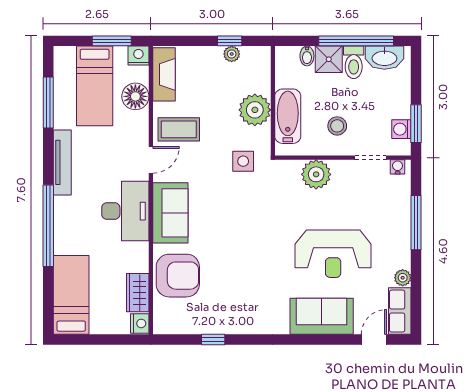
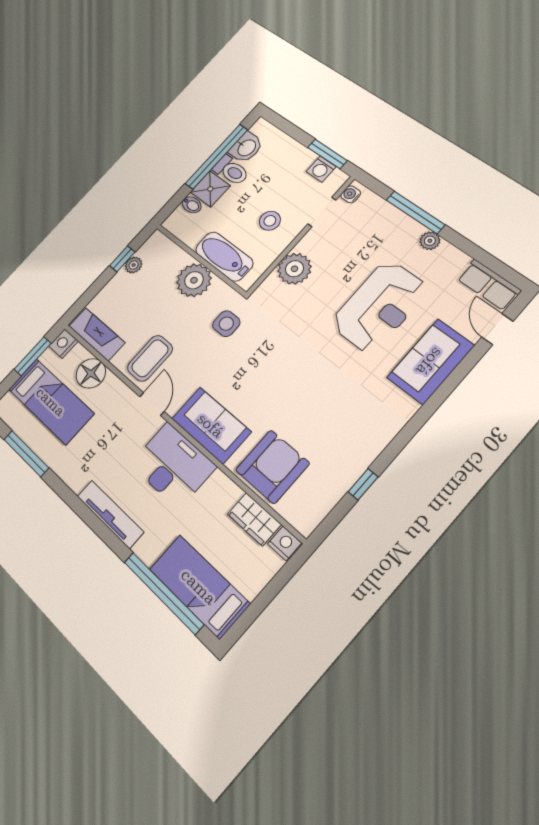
washbasin: (384, 58) -> (246, 147), width x0.72
tv unit: (62, 162) -> (110, 514), moved
window: (48, 226) -> (163, 593), moved
plant: (403, 278) -> (430, 241), moved

